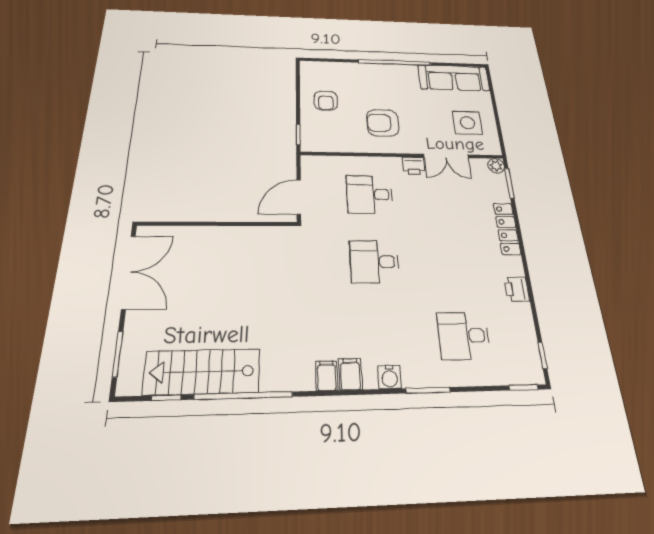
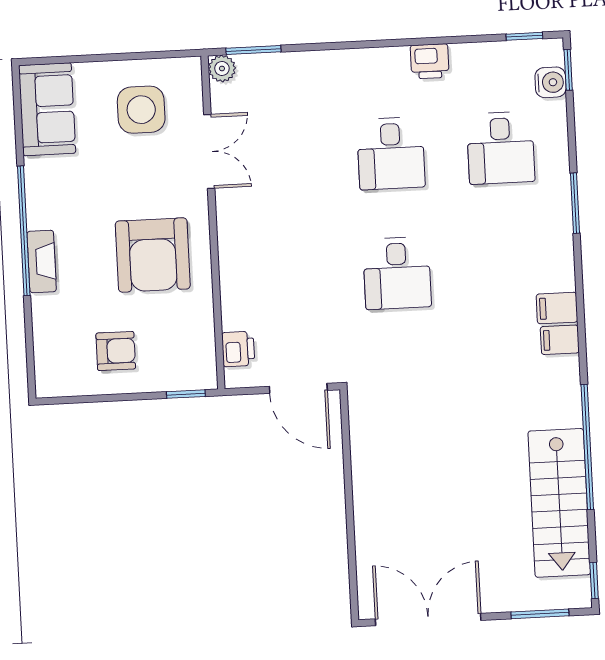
fireplace: (378, 69) -> (42, 261), added
sofa: (454, 78) -> (47, 109), width x0.73
armchair: (383, 123) -> (153, 255), width x1.36, depth x1.36
printer: (413, 166) -> (238, 349), moved
desk: (370, 194) -> (391, 153), moved
locker: (507, 229) -> (333, 64), removed
water cooler: (390, 377) -> (550, 82), moved
window: (166, 398) -> (594, 580), moved

